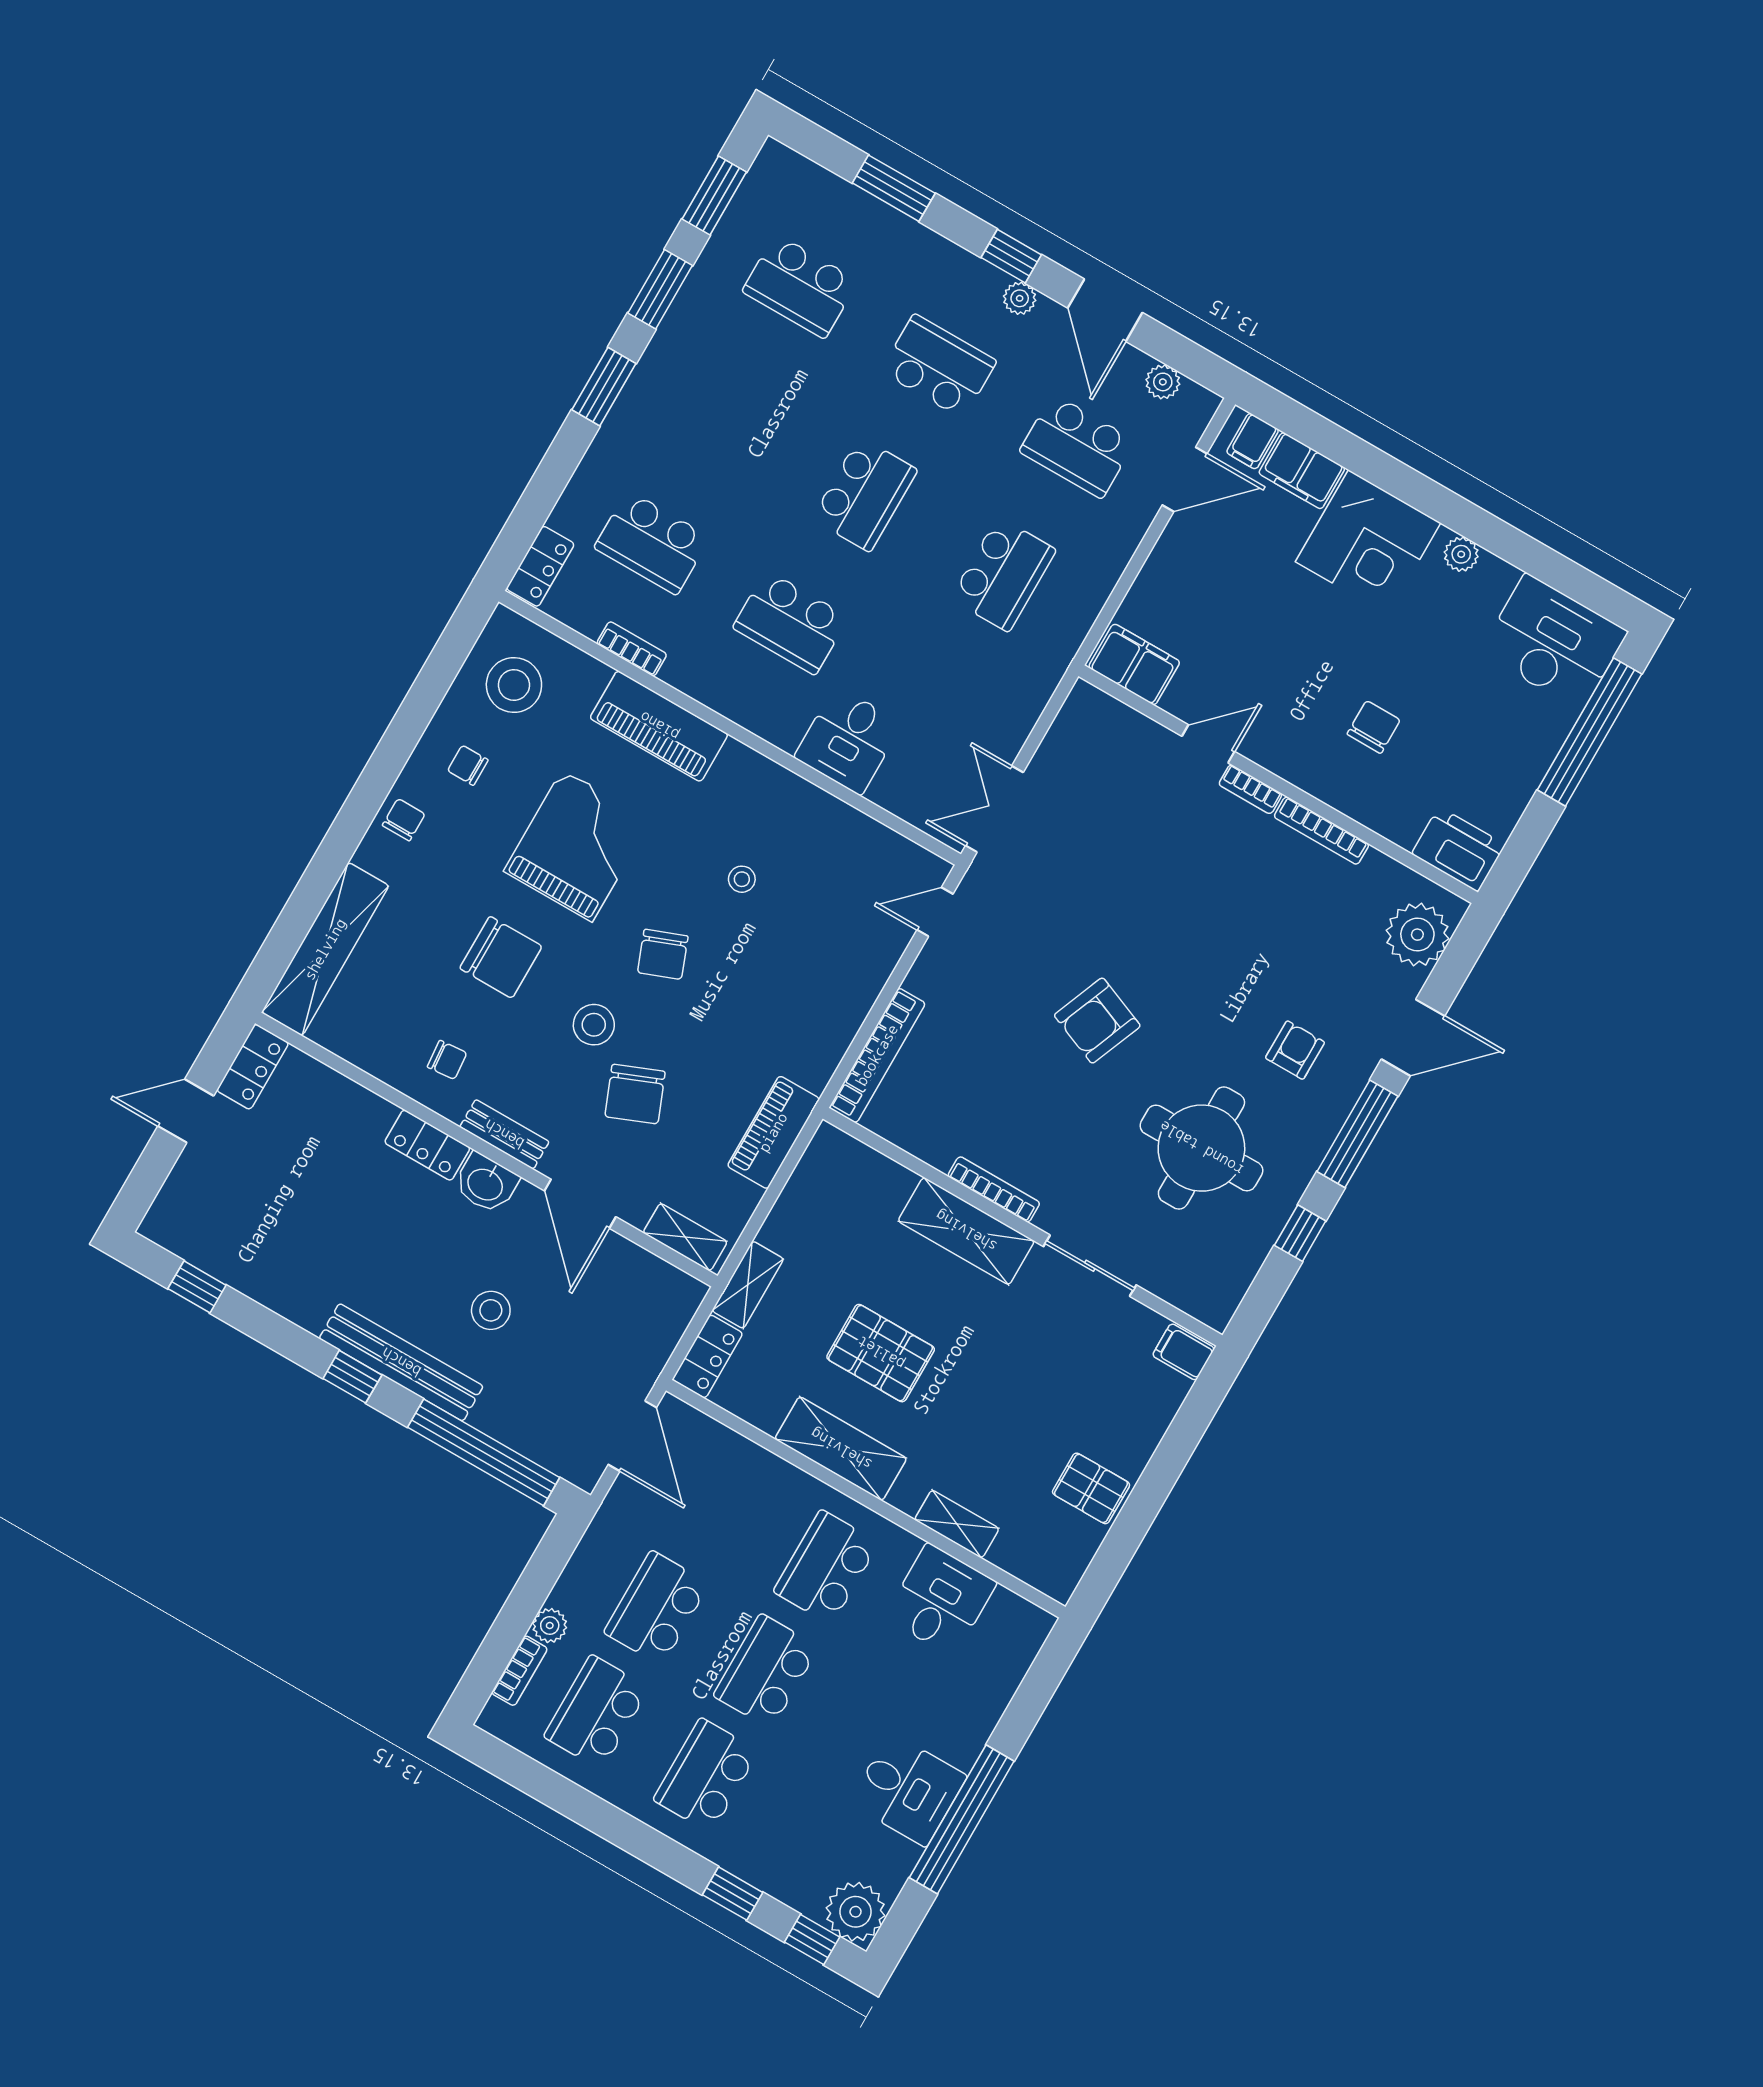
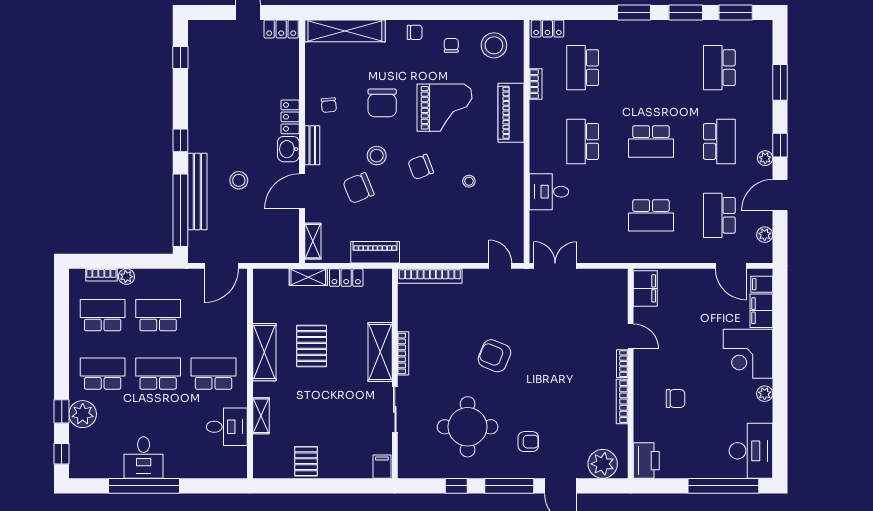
locker: (708, 1356) -> (346, 278), moved
bench: (401, 1362) -> (197, 192), moved
plant: (856, 1912) -> (83, 414), moved

